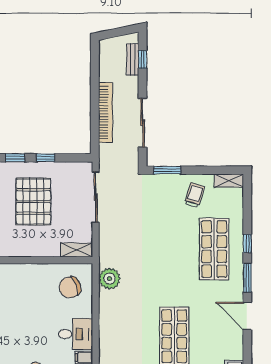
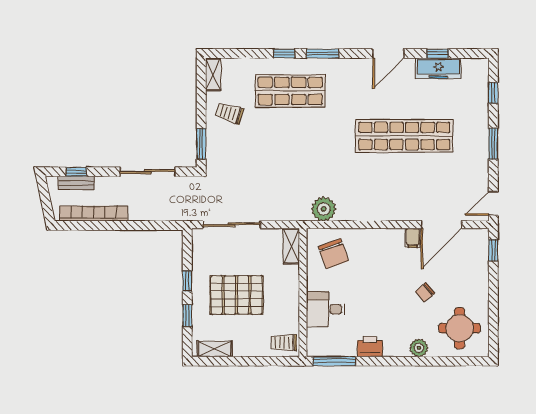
bookcase: (106, 112) -> (94, 214), moved
door: (247, 316) -> (388, 53), moved
desk: (76, 334) -> (325, 309), moved, turned -90

